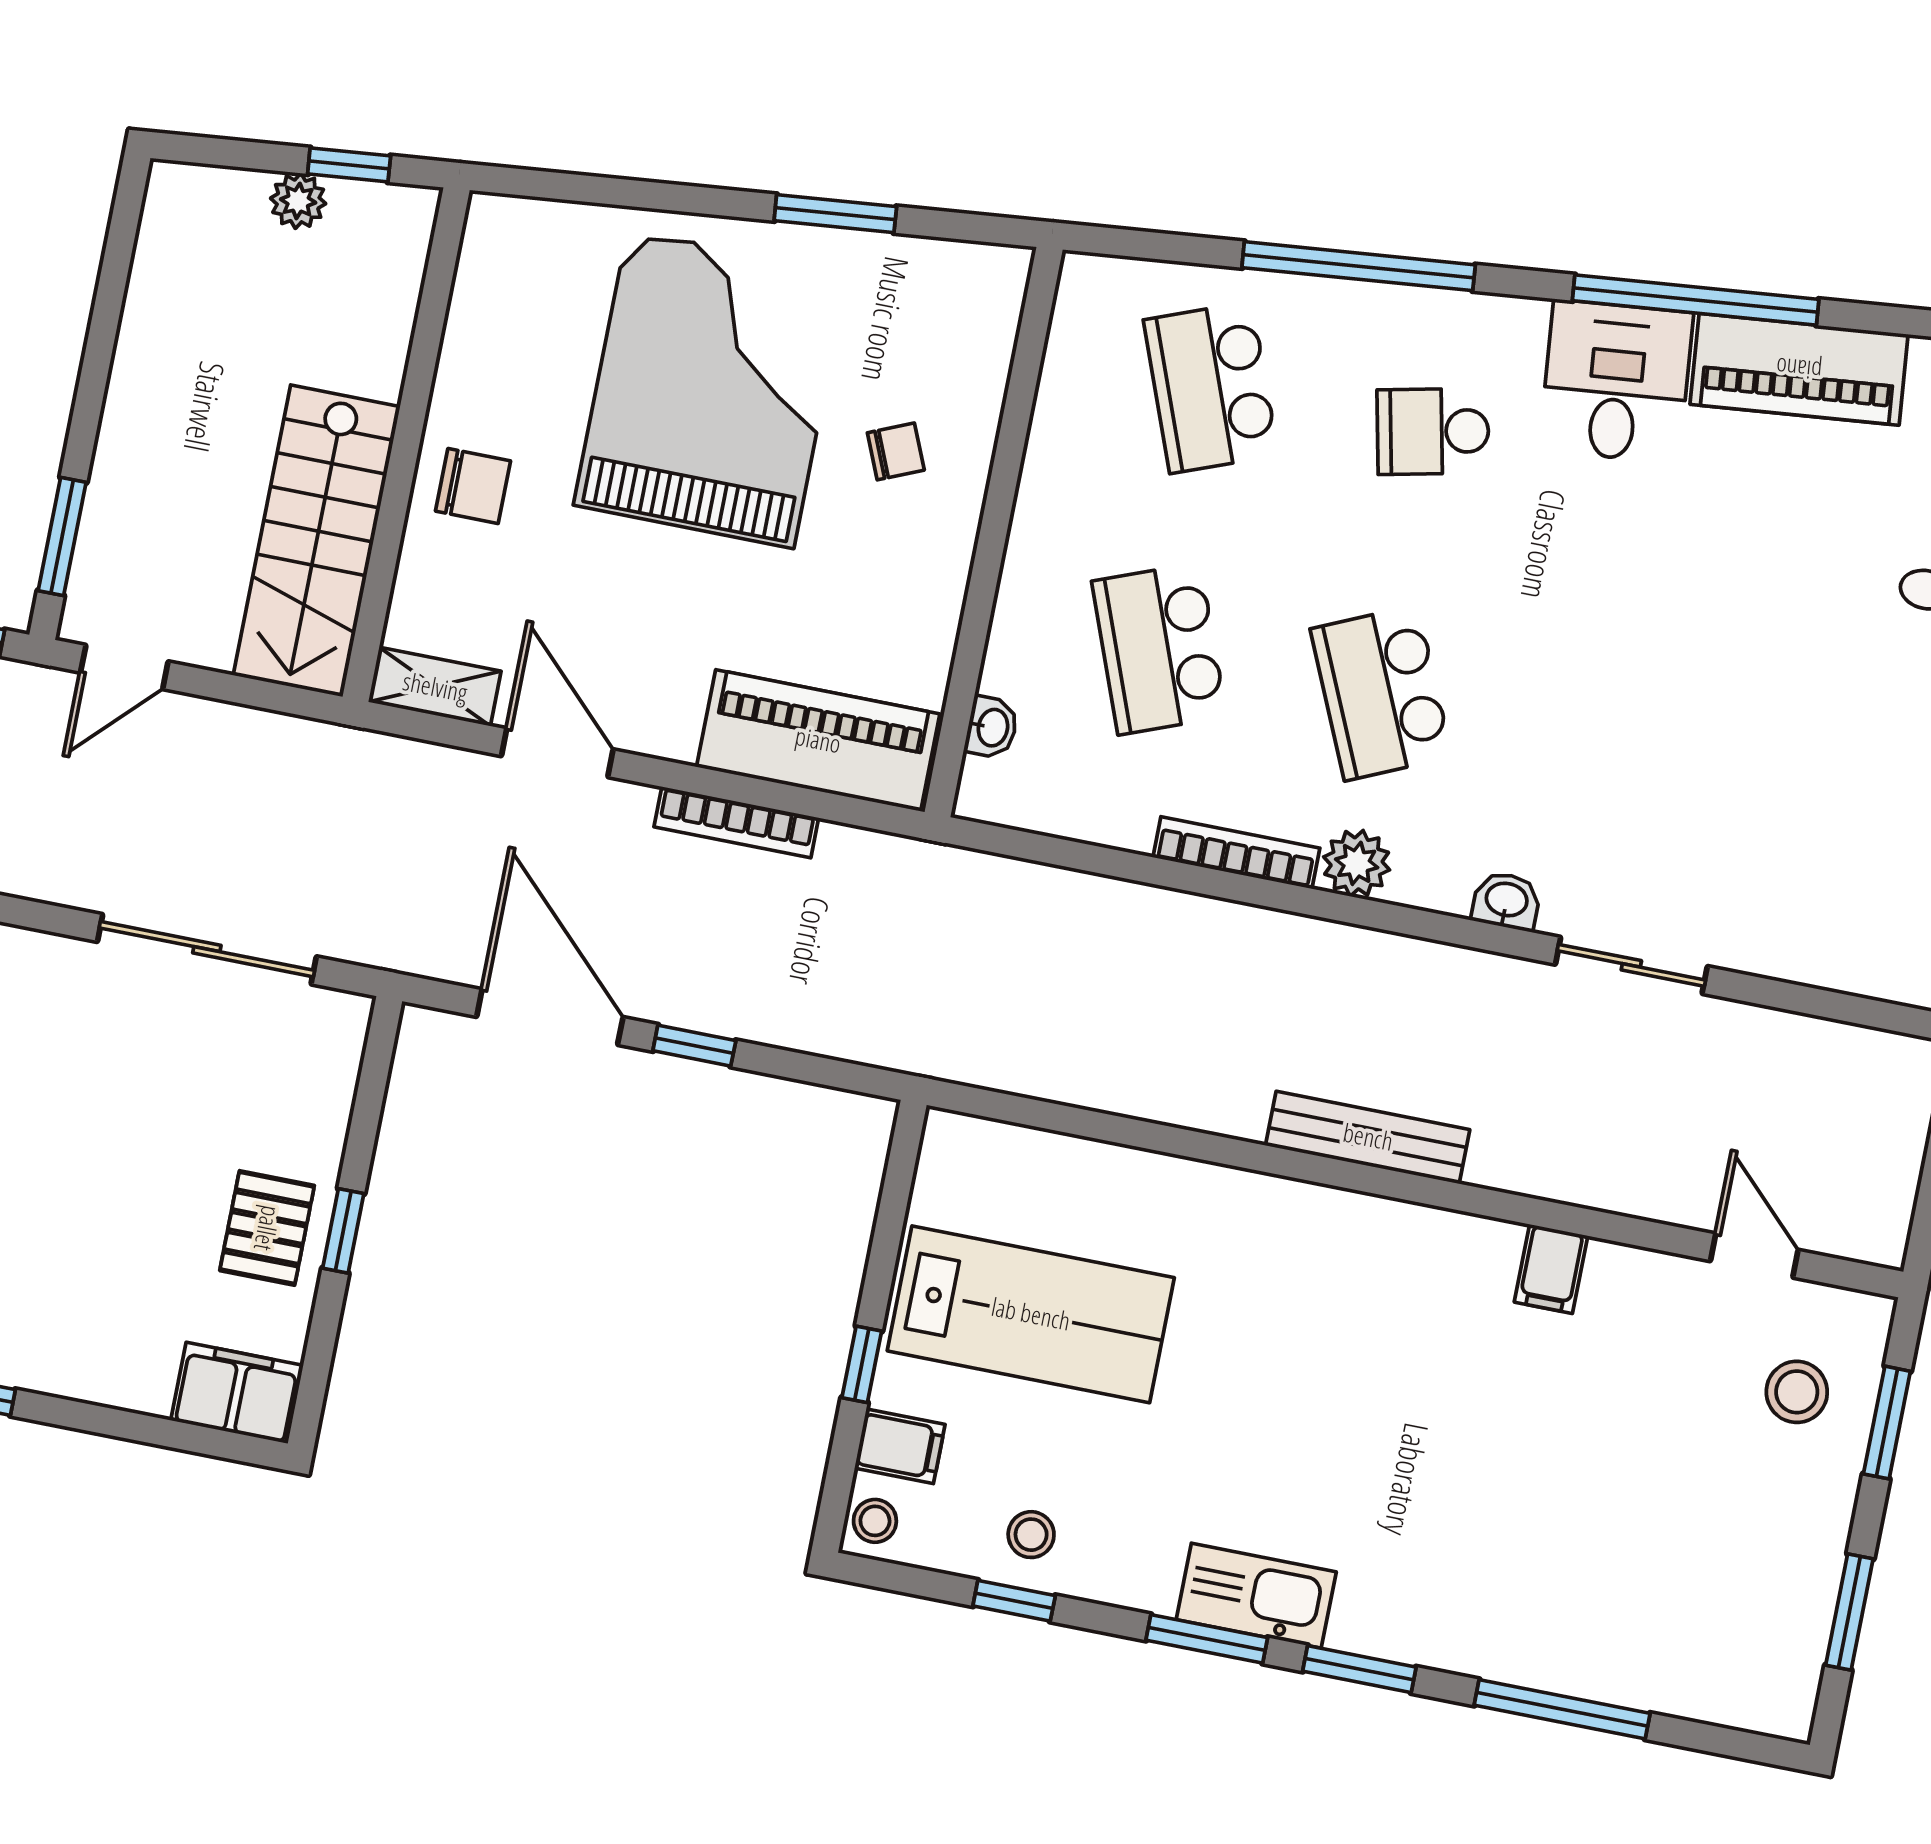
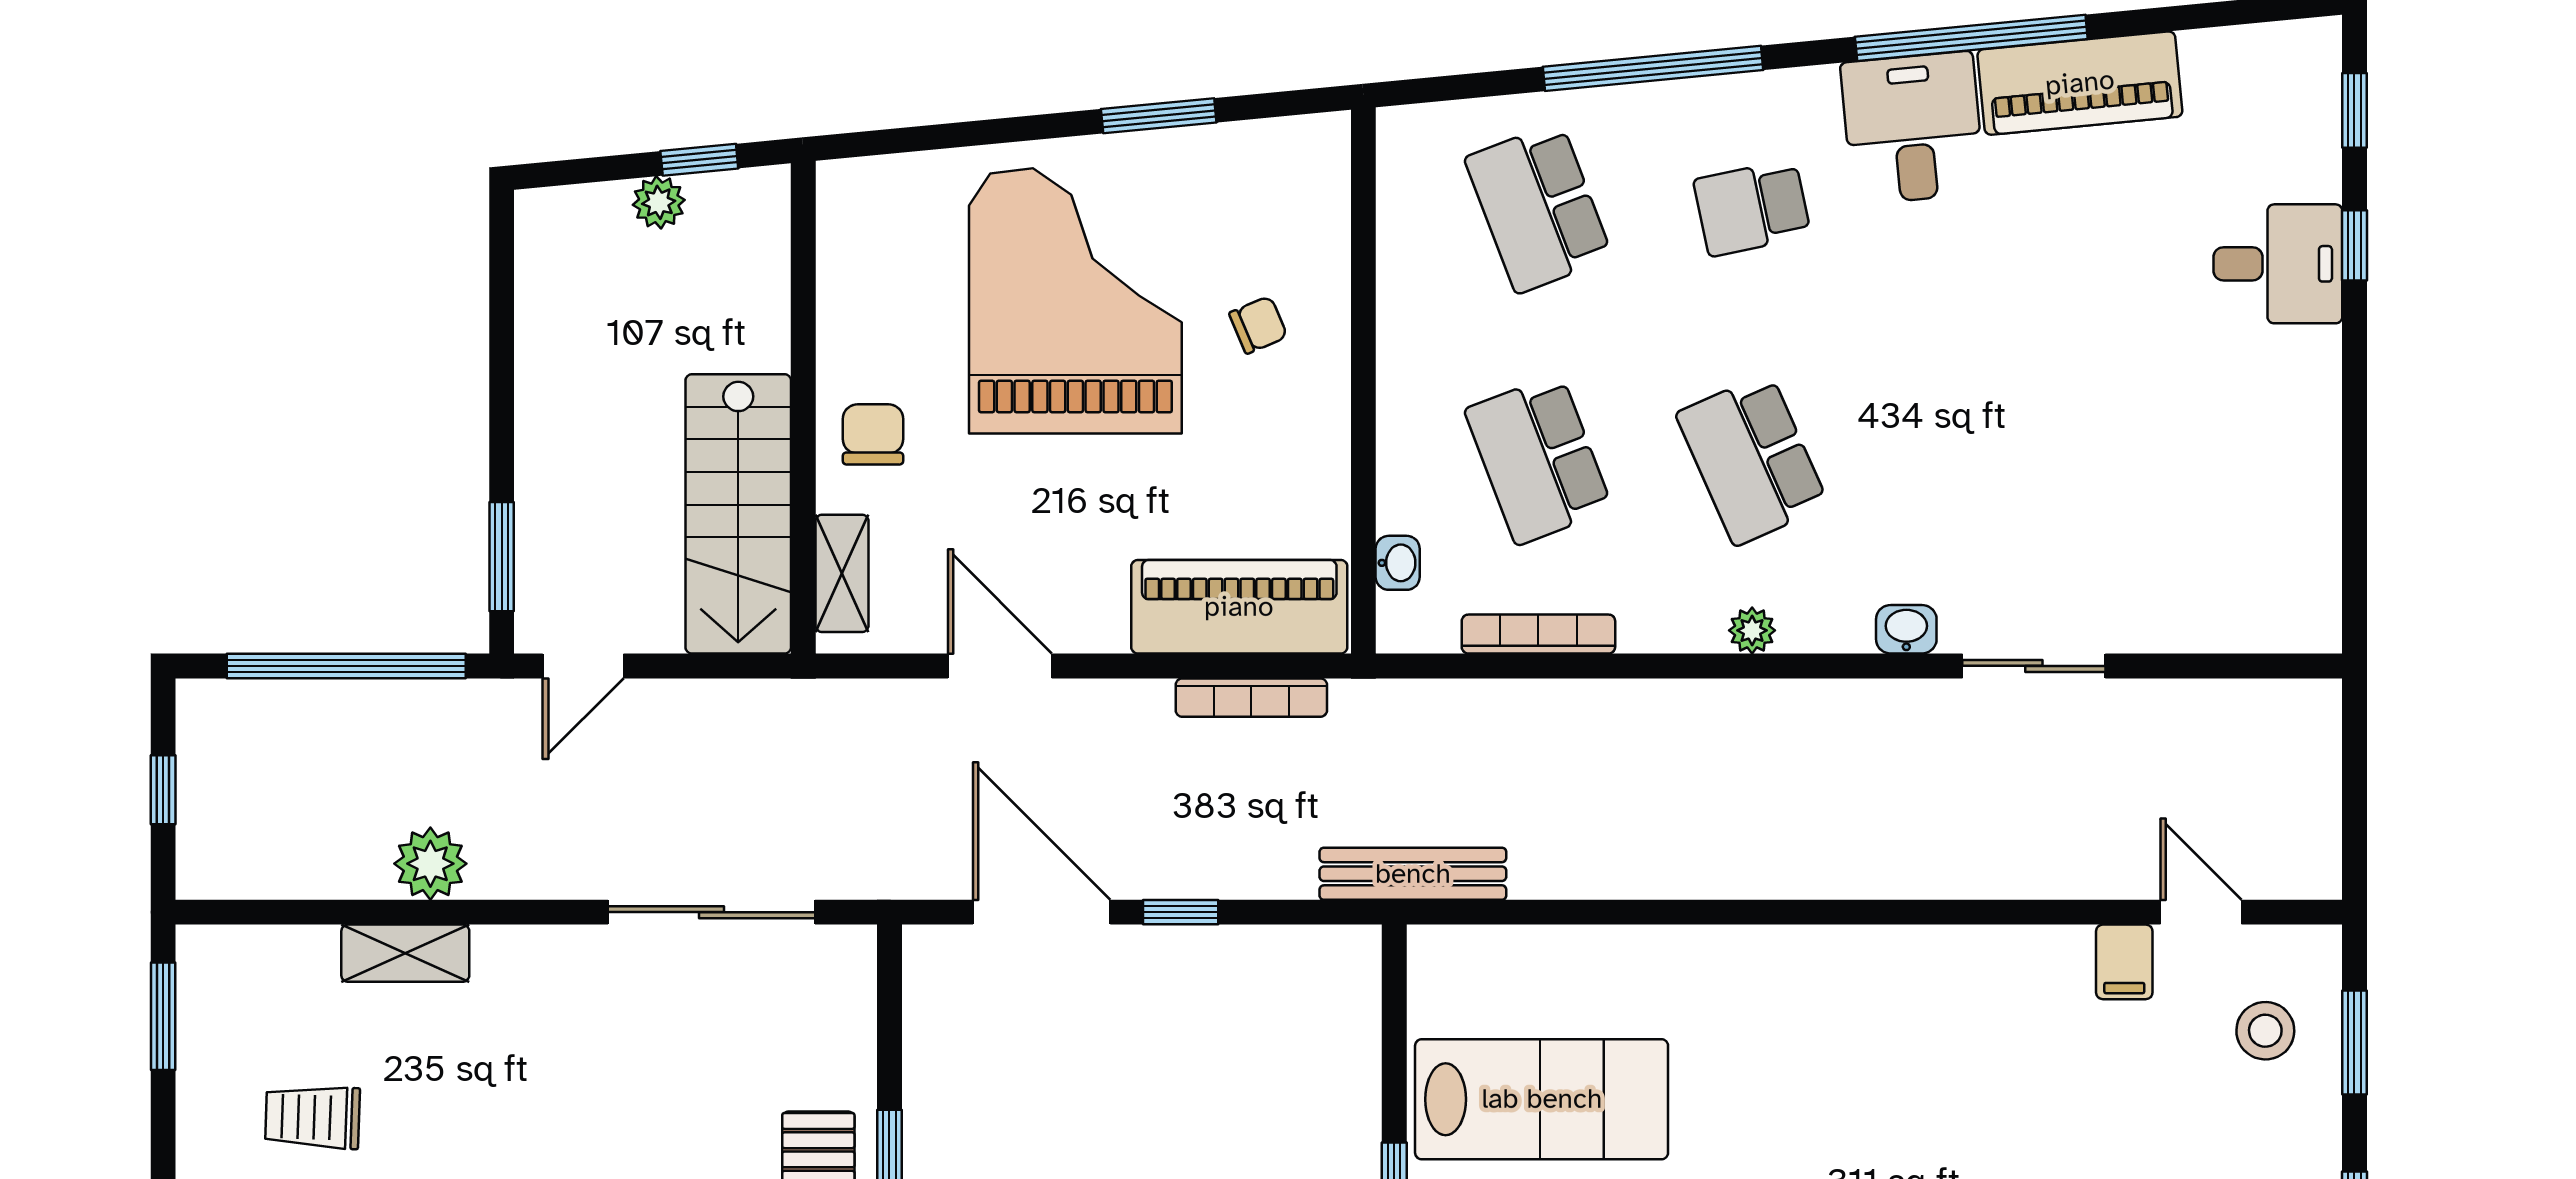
chair: (473, 486) -> (873, 434), turned -90
shelving: (435, 687) -> (842, 573), moved, turned 90
bookcase: (736, 822) -> (1251, 698), moved
bookcase: (1236, 853) -> (1538, 634), moved
plant: (1357, 863) -> (1752, 630), width x0.73, depth x0.73
bench: (1368, 1137) -> (1413, 874), moved
filing cabinet: (1551, 1269) -> (2124, 962), moved

